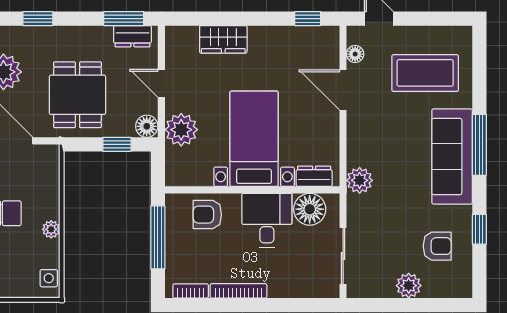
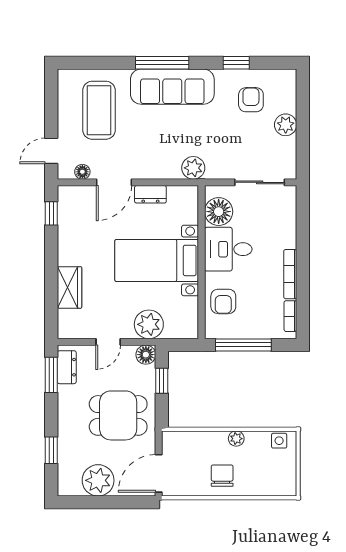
dresser: (314, 176) -> (150, 194), moved, turned -90

